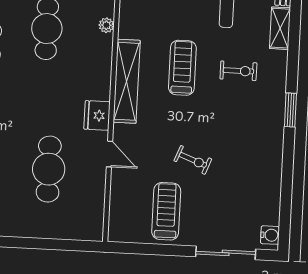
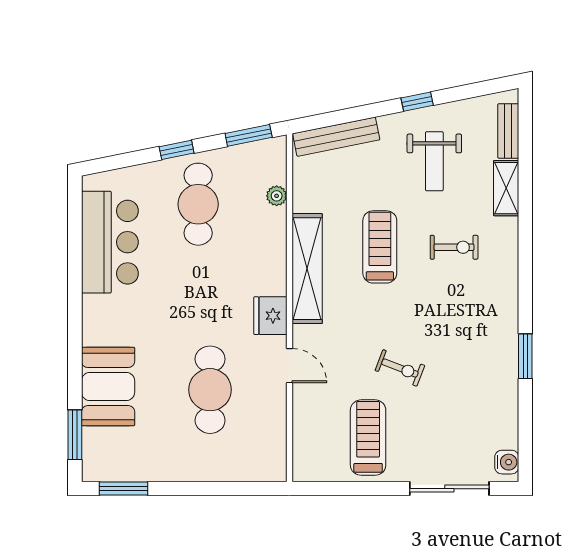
window: (290, 110) -> (525, 356), moved

